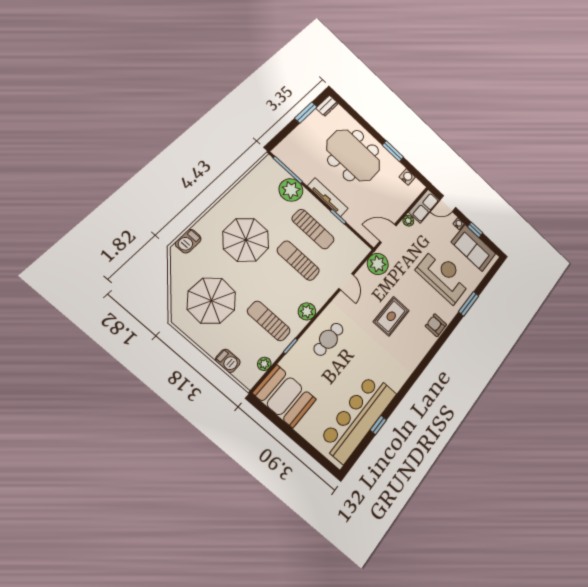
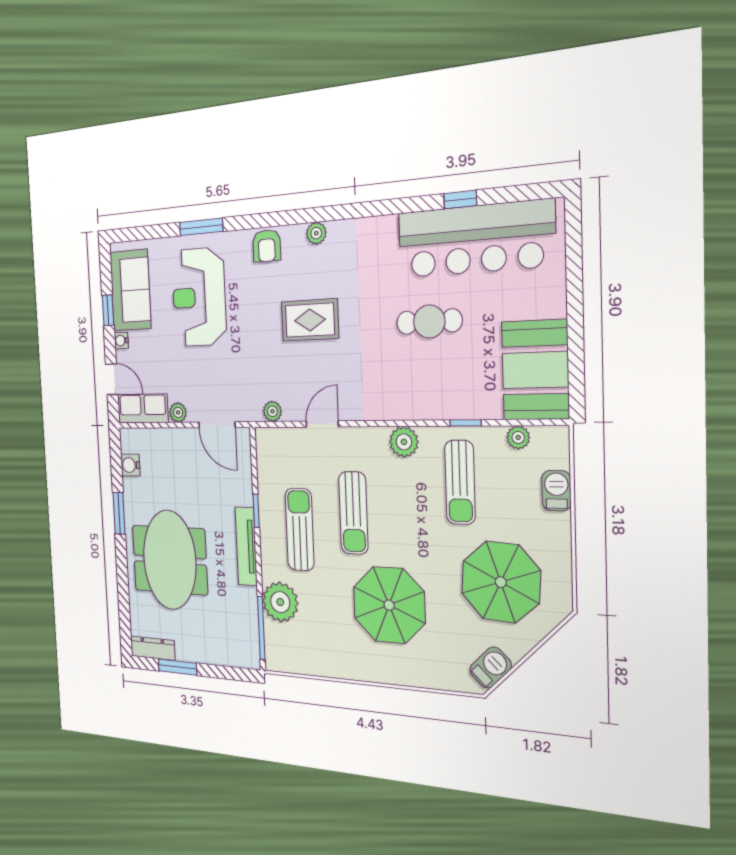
dresser: (327, 106) -> (153, 648), width x1.44
barbecue: (188, 241) -> (491, 667), moved, turned -45
plant: (378, 264) -> (272, 411), width x0.53, depth x0.53
cafe table: (328, 339) -> (429, 322), moved
plant: (421, 351) -> (316, 233), added

